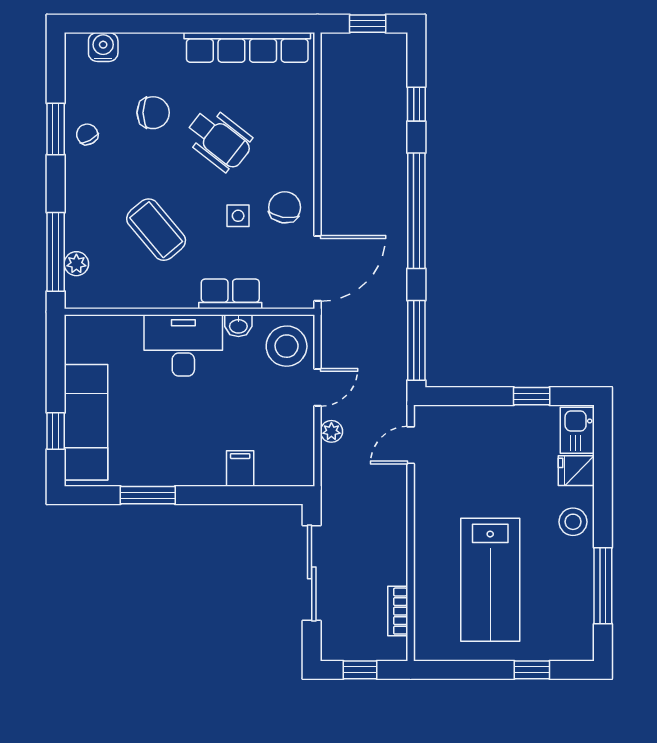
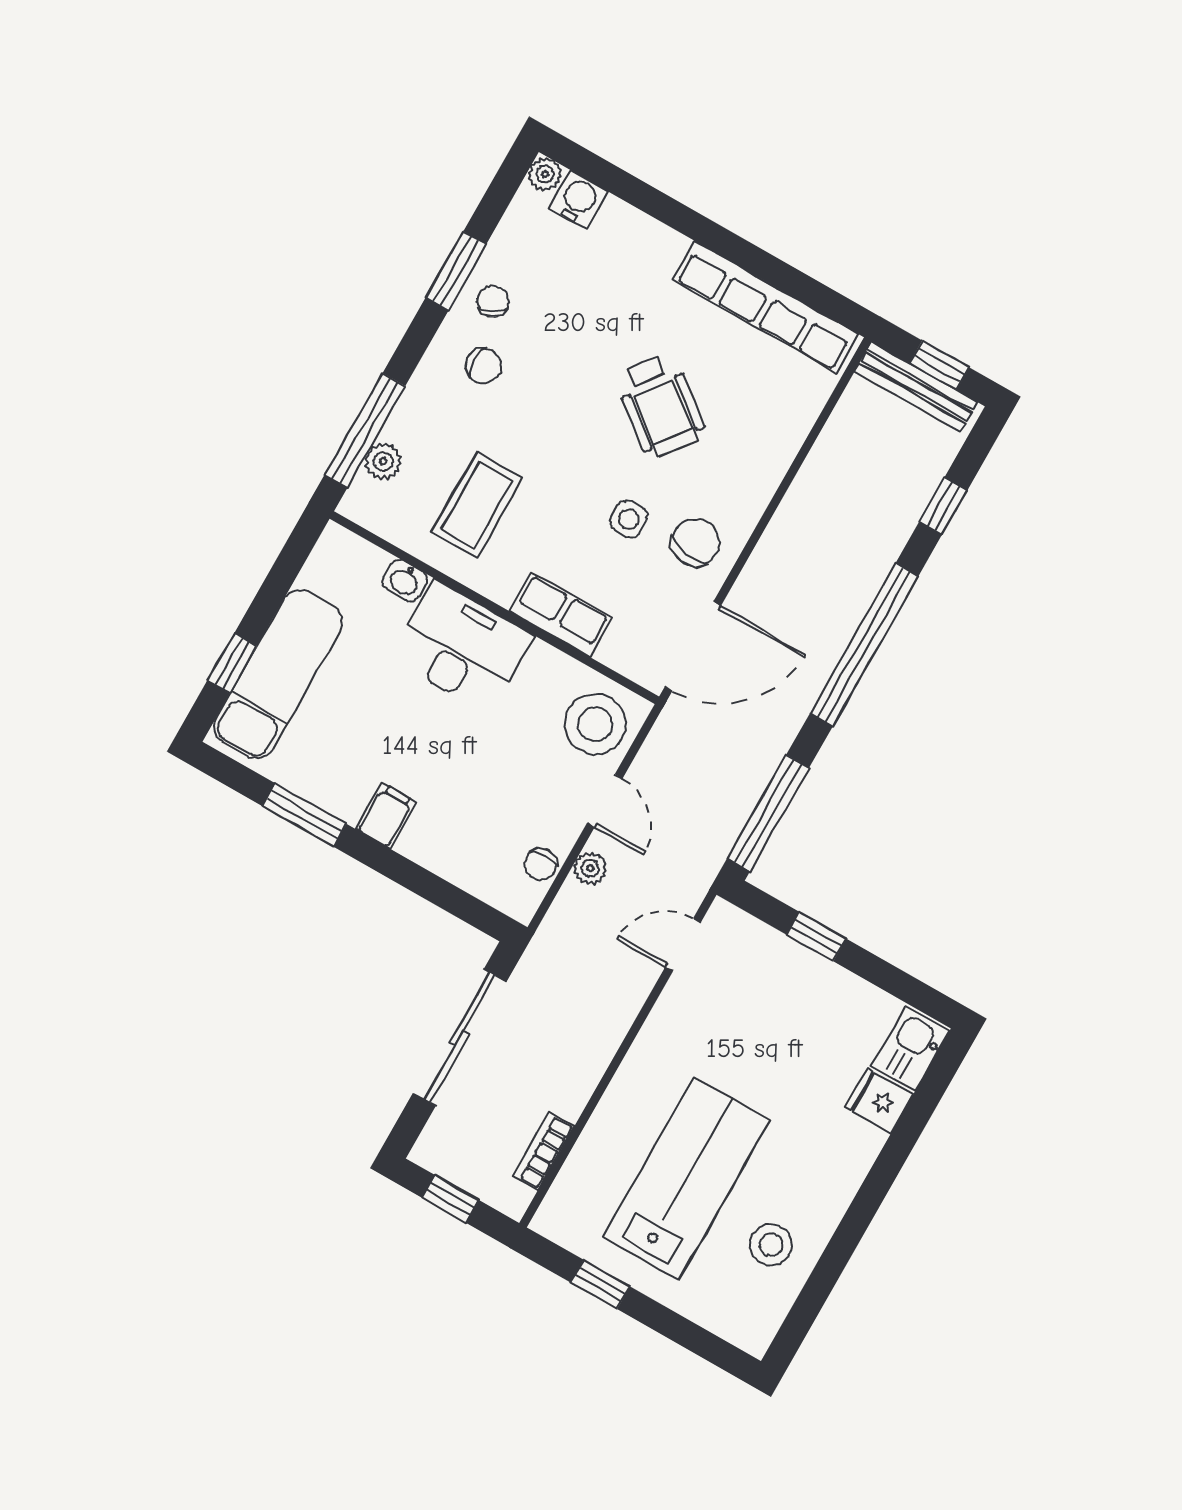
plant: (75, 43) -> (545, 174), added
bench: (361, 44) -> (916, 387), added
chair: (153, 113) -> (483, 366), moved, width x0.73, depth x0.73
coffee table: (156, 230) -> (477, 505), moved, turned 40
washbasin: (238, 326) -> (405, 580), moved
door: (318, 387) -> (605, 801), hinge flipped
window: (532, 396) -> (816, 937), moved
chair: (301, 446) -> (541, 865), added
filing cabinet: (240, 469) -> (386, 816), moved
stool: (573, 522) -> (771, 1245), moved
lab bench: (490, 580) -> (686, 1178), turned 180
window: (603, 586) -> (828, 1270), removed
window: (532, 670) -> (600, 1284), moved

